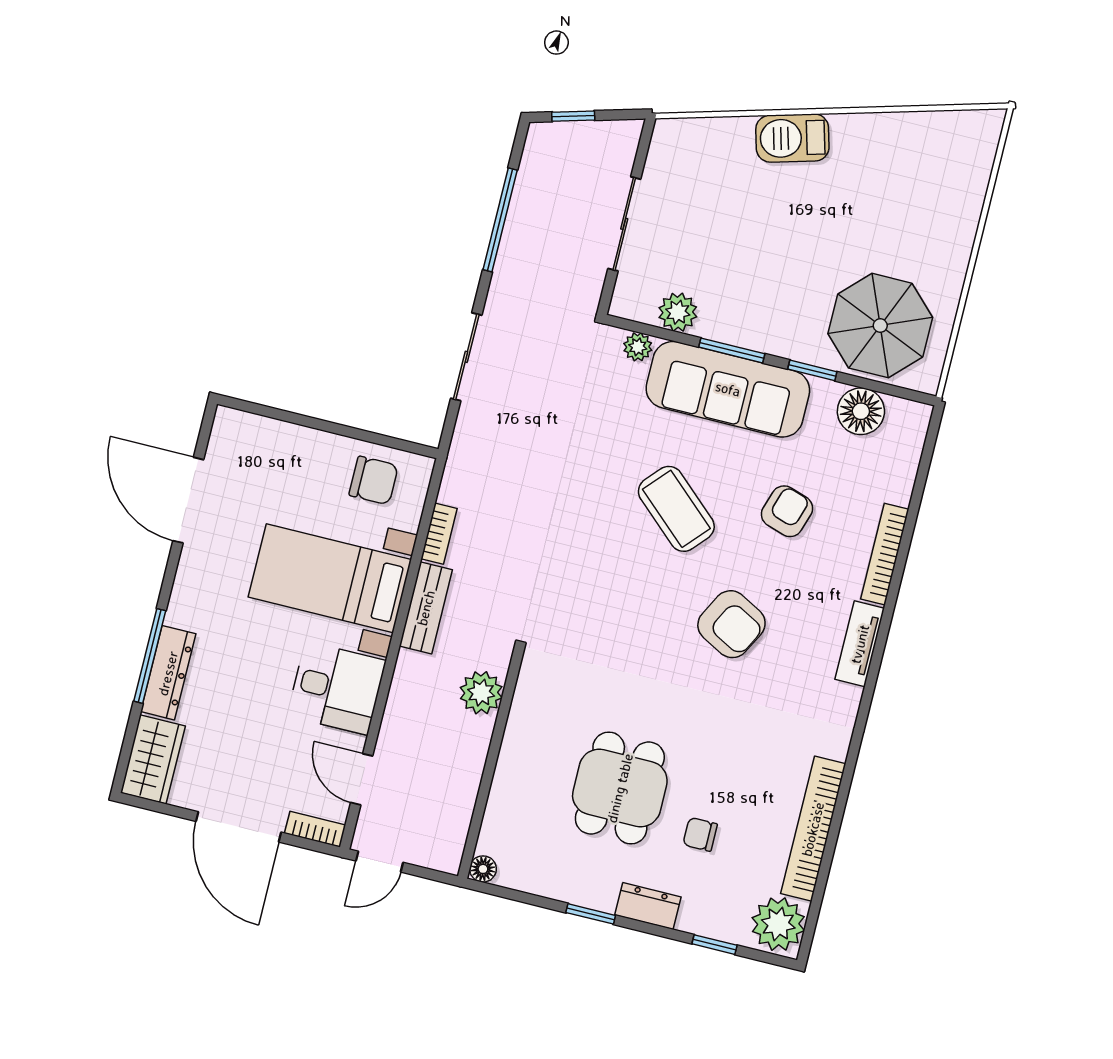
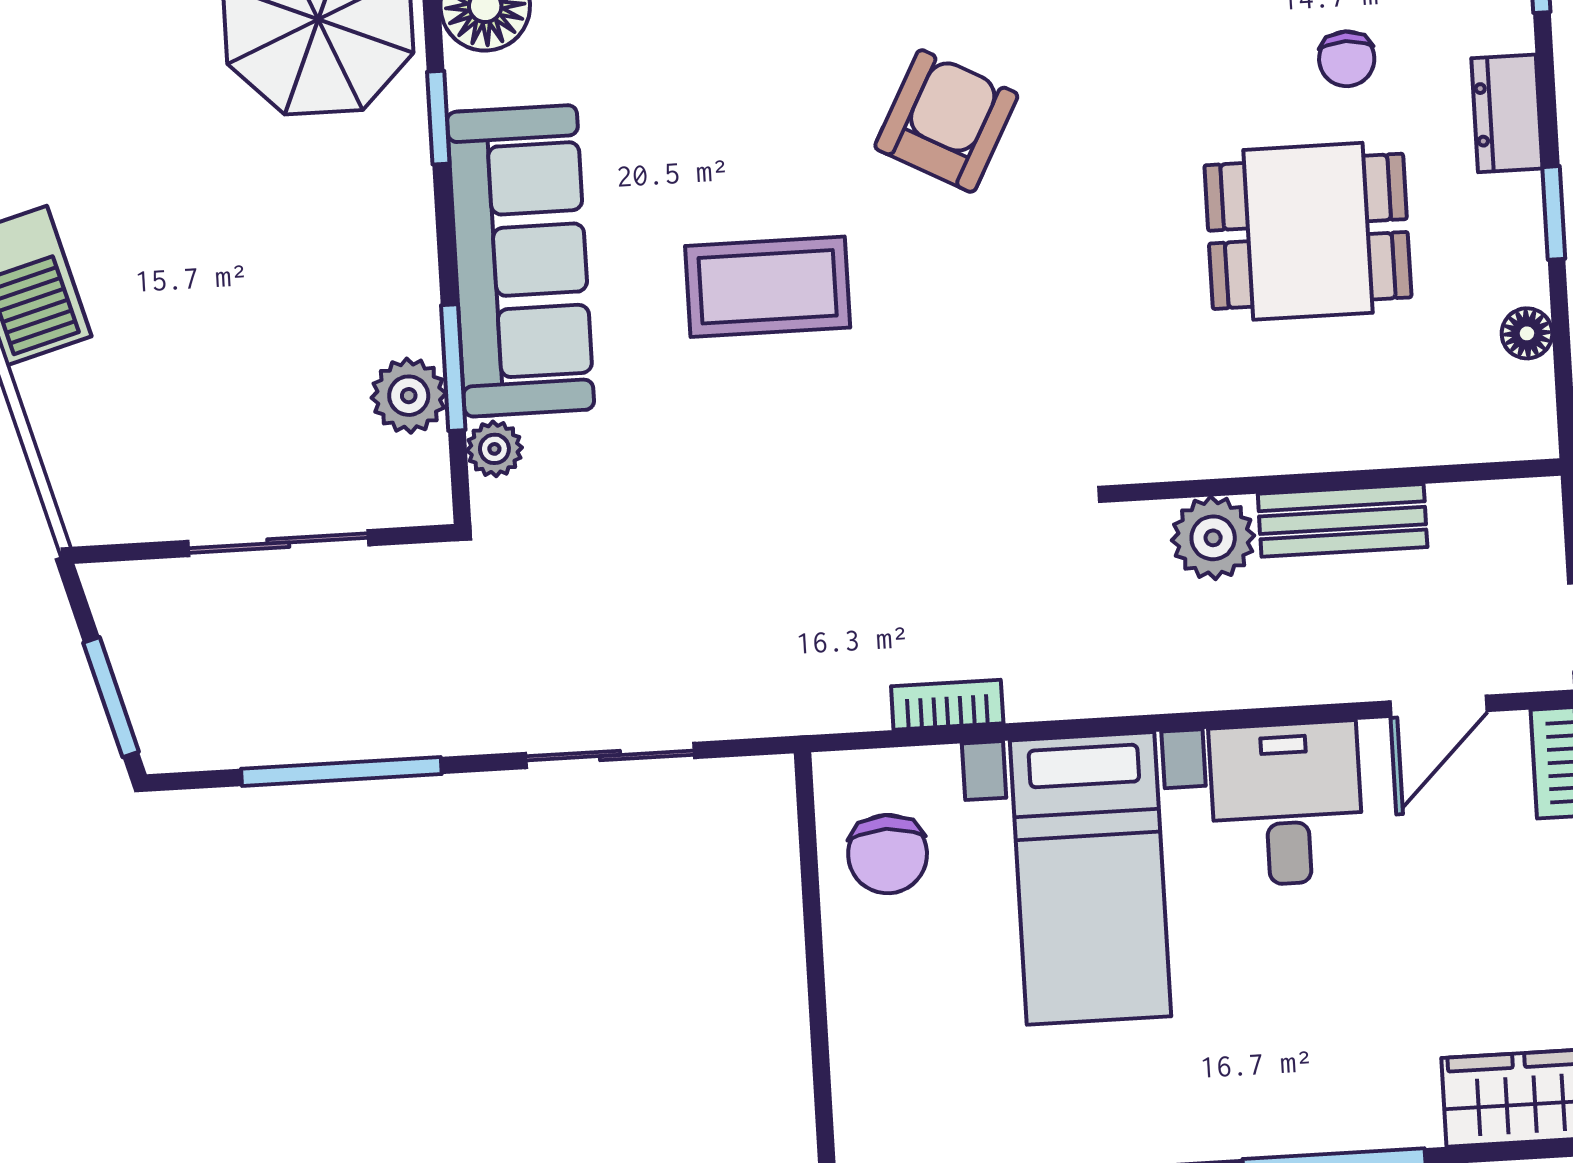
window: (573, 116) -> (111, 697), width x1.50
window: (732, 350) -> (453, 368), moved
chair: (374, 480) -> (888, 854), turned 180
coffee table: (676, 509) -> (768, 287), turned 48
armchair: (787, 511) -> (709, 84), removed
bench: (426, 608) -> (1343, 520), moved
dresser: (168, 673) -> (1354, 1119), removed
floor lamp: (483, 869) -> (1527, 333), moved

